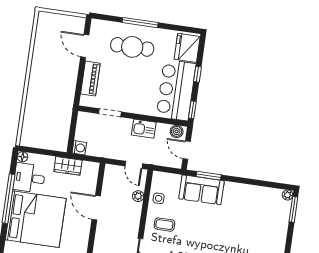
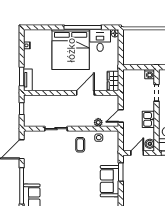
washing machine: (79, 148) -> (150, 74), moved
wardrobe: (68, 166) -> (113, 81), moved
sofa: (201, 190) -> (110, 181), moved

